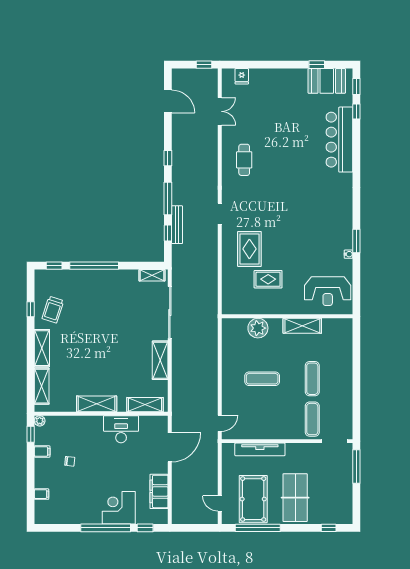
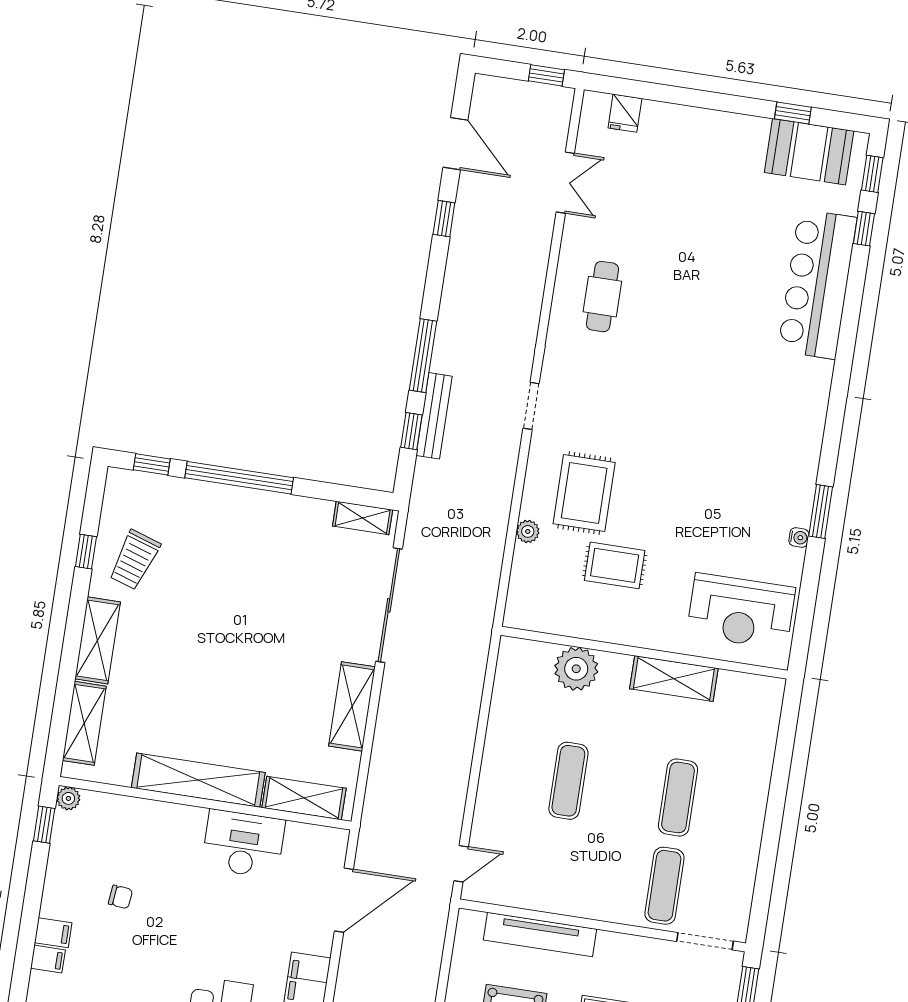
window: (168, 158) -> (444, 219), moved
plant: (227, 270) -> (528, 531), added
exercise mat: (262, 379) -> (568, 781), turned 90
shelving: (97, 404) -> (198, 780), width x1.47
filing cabinet: (42, 452) -> (53, 933), moved

